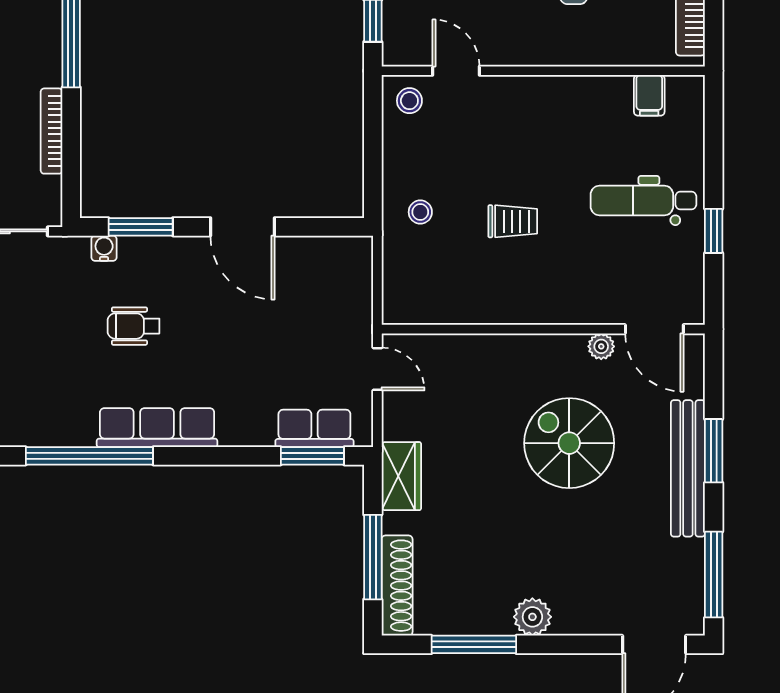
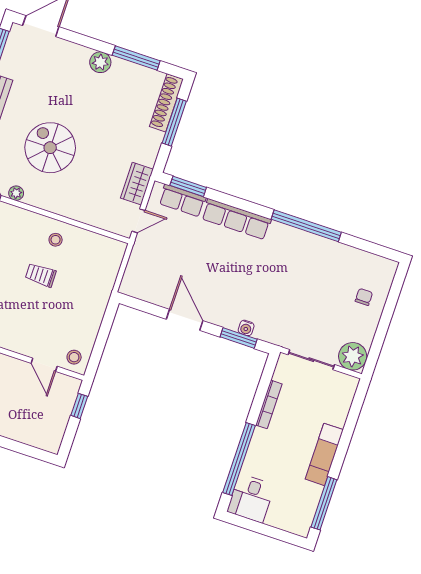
stool: (420, 212) -> (56, 240), moved
water cooler: (104, 248) -> (246, 328), moved
wheelchair: (134, 326) -> (260, 287), removed
door: (377, 369) -> (139, 221), swing flipped
row of seats: (157, 428) -> (236, 219), moved
spiral stairs: (569, 443) -> (50, 148), turned 180
wardrobe: (401, 476) -> (137, 184), moved

